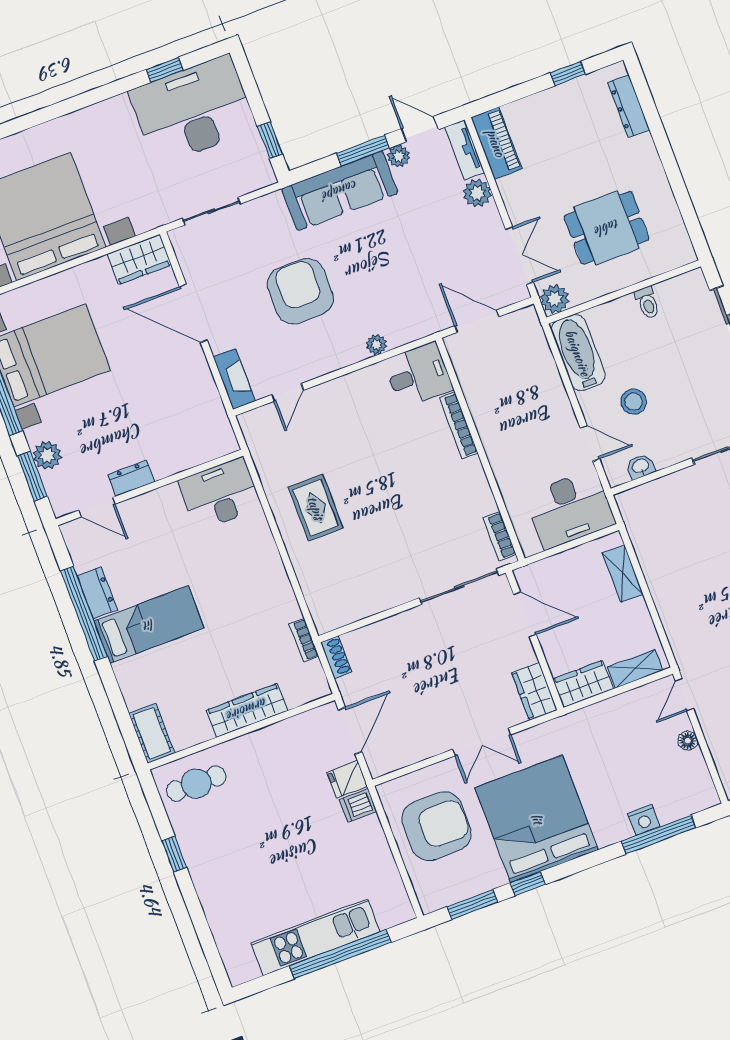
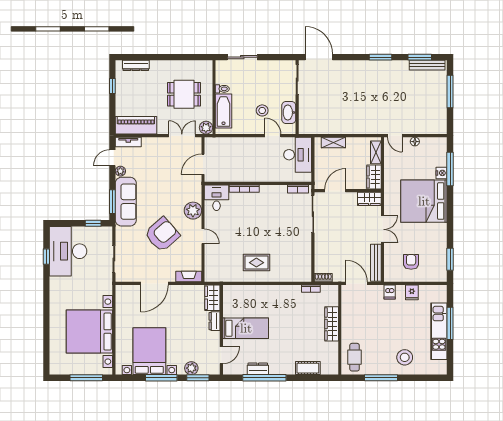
piano: (496, 143) -> (136, 125), width x1.37, depth x1.33
window: (363, 151) -> (112, 202), moved
plant: (477, 193) -> (149, 144), removed
dining table: (607, 228) -> (184, 94), turned 90
wardrobe: (139, 259) -> (212, 298), moved, turned 180
armchair: (300, 291) -> (162, 234), turned 139
plant: (377, 345) -> (193, 211), width x1.88, depth x1.88
bathtub: (578, 353) -> (223, 111), moved, turned 90
door: (288, 392) -> (203, 236), moved
door: (590, 443) -> (273, 136), hinge flipped
washbasin: (641, 466) -> (289, 113), width x1.91, depth x1.45
dresser: (131, 478) -> (215, 321), moved
desk: (220, 494) -> (235, 301), removed
bed: (149, 625) -> (246, 328), moved, turned 90
cot: (152, 733) -> (308, 368), moved
bench: (408, 754) -> (376, 263), added
fridge: (347, 779) -> (412, 292), moved
bed: (537, 819) -> (424, 201), moved
armchair: (437, 826) -> (411, 262), width x0.53, depth x0.53
window: (174, 854) -> (381, 378), width x2.17
window: (528, 884) -> (450, 232), removed
stool: (235, 887) -> (405, 357), added
window: (340, 954) -> (450, 323), width x0.68

